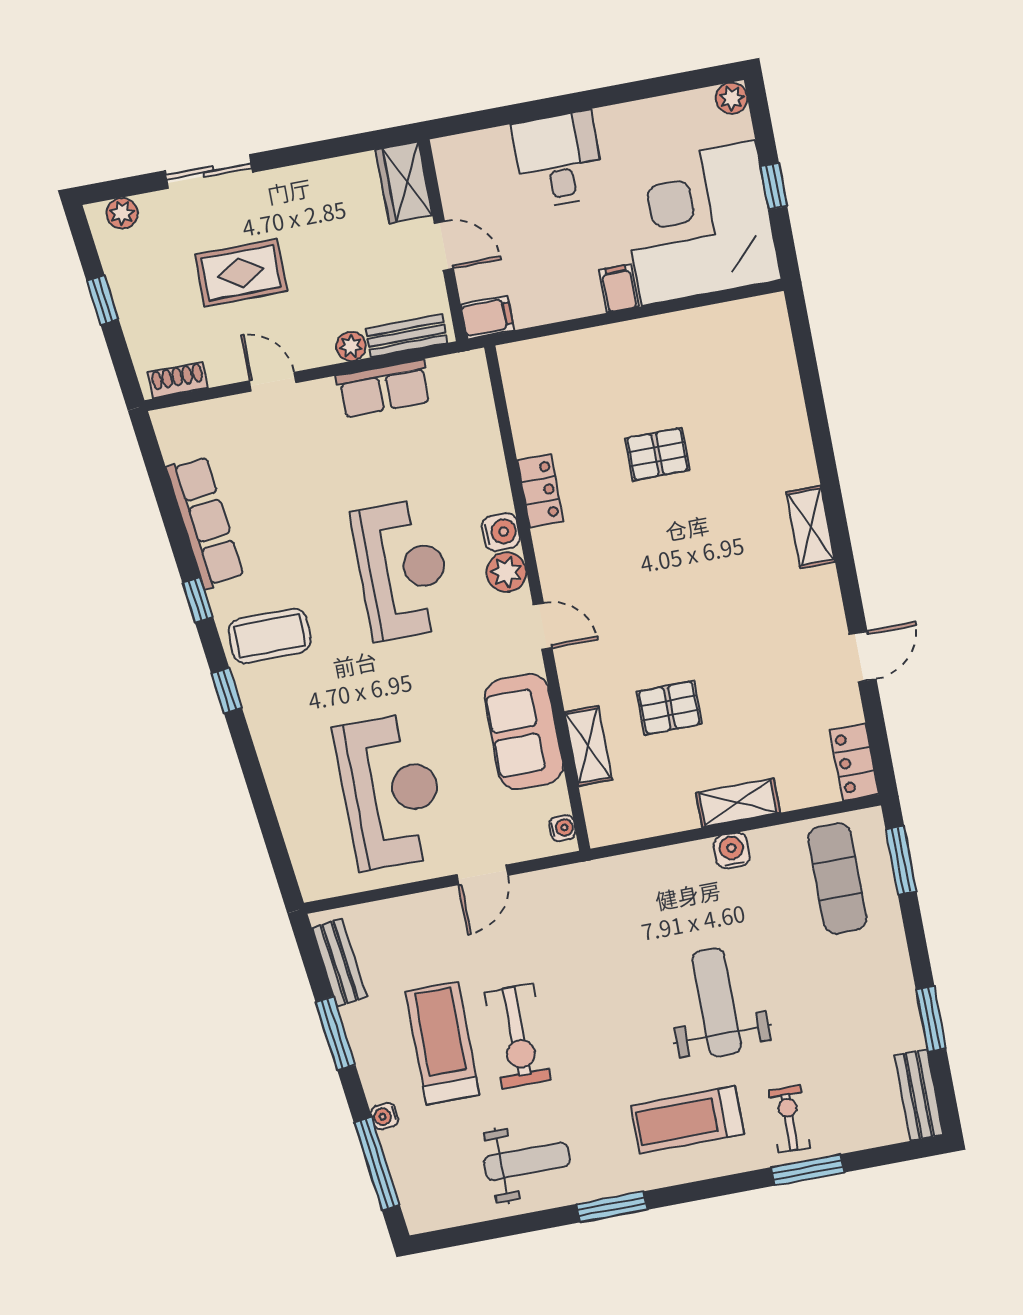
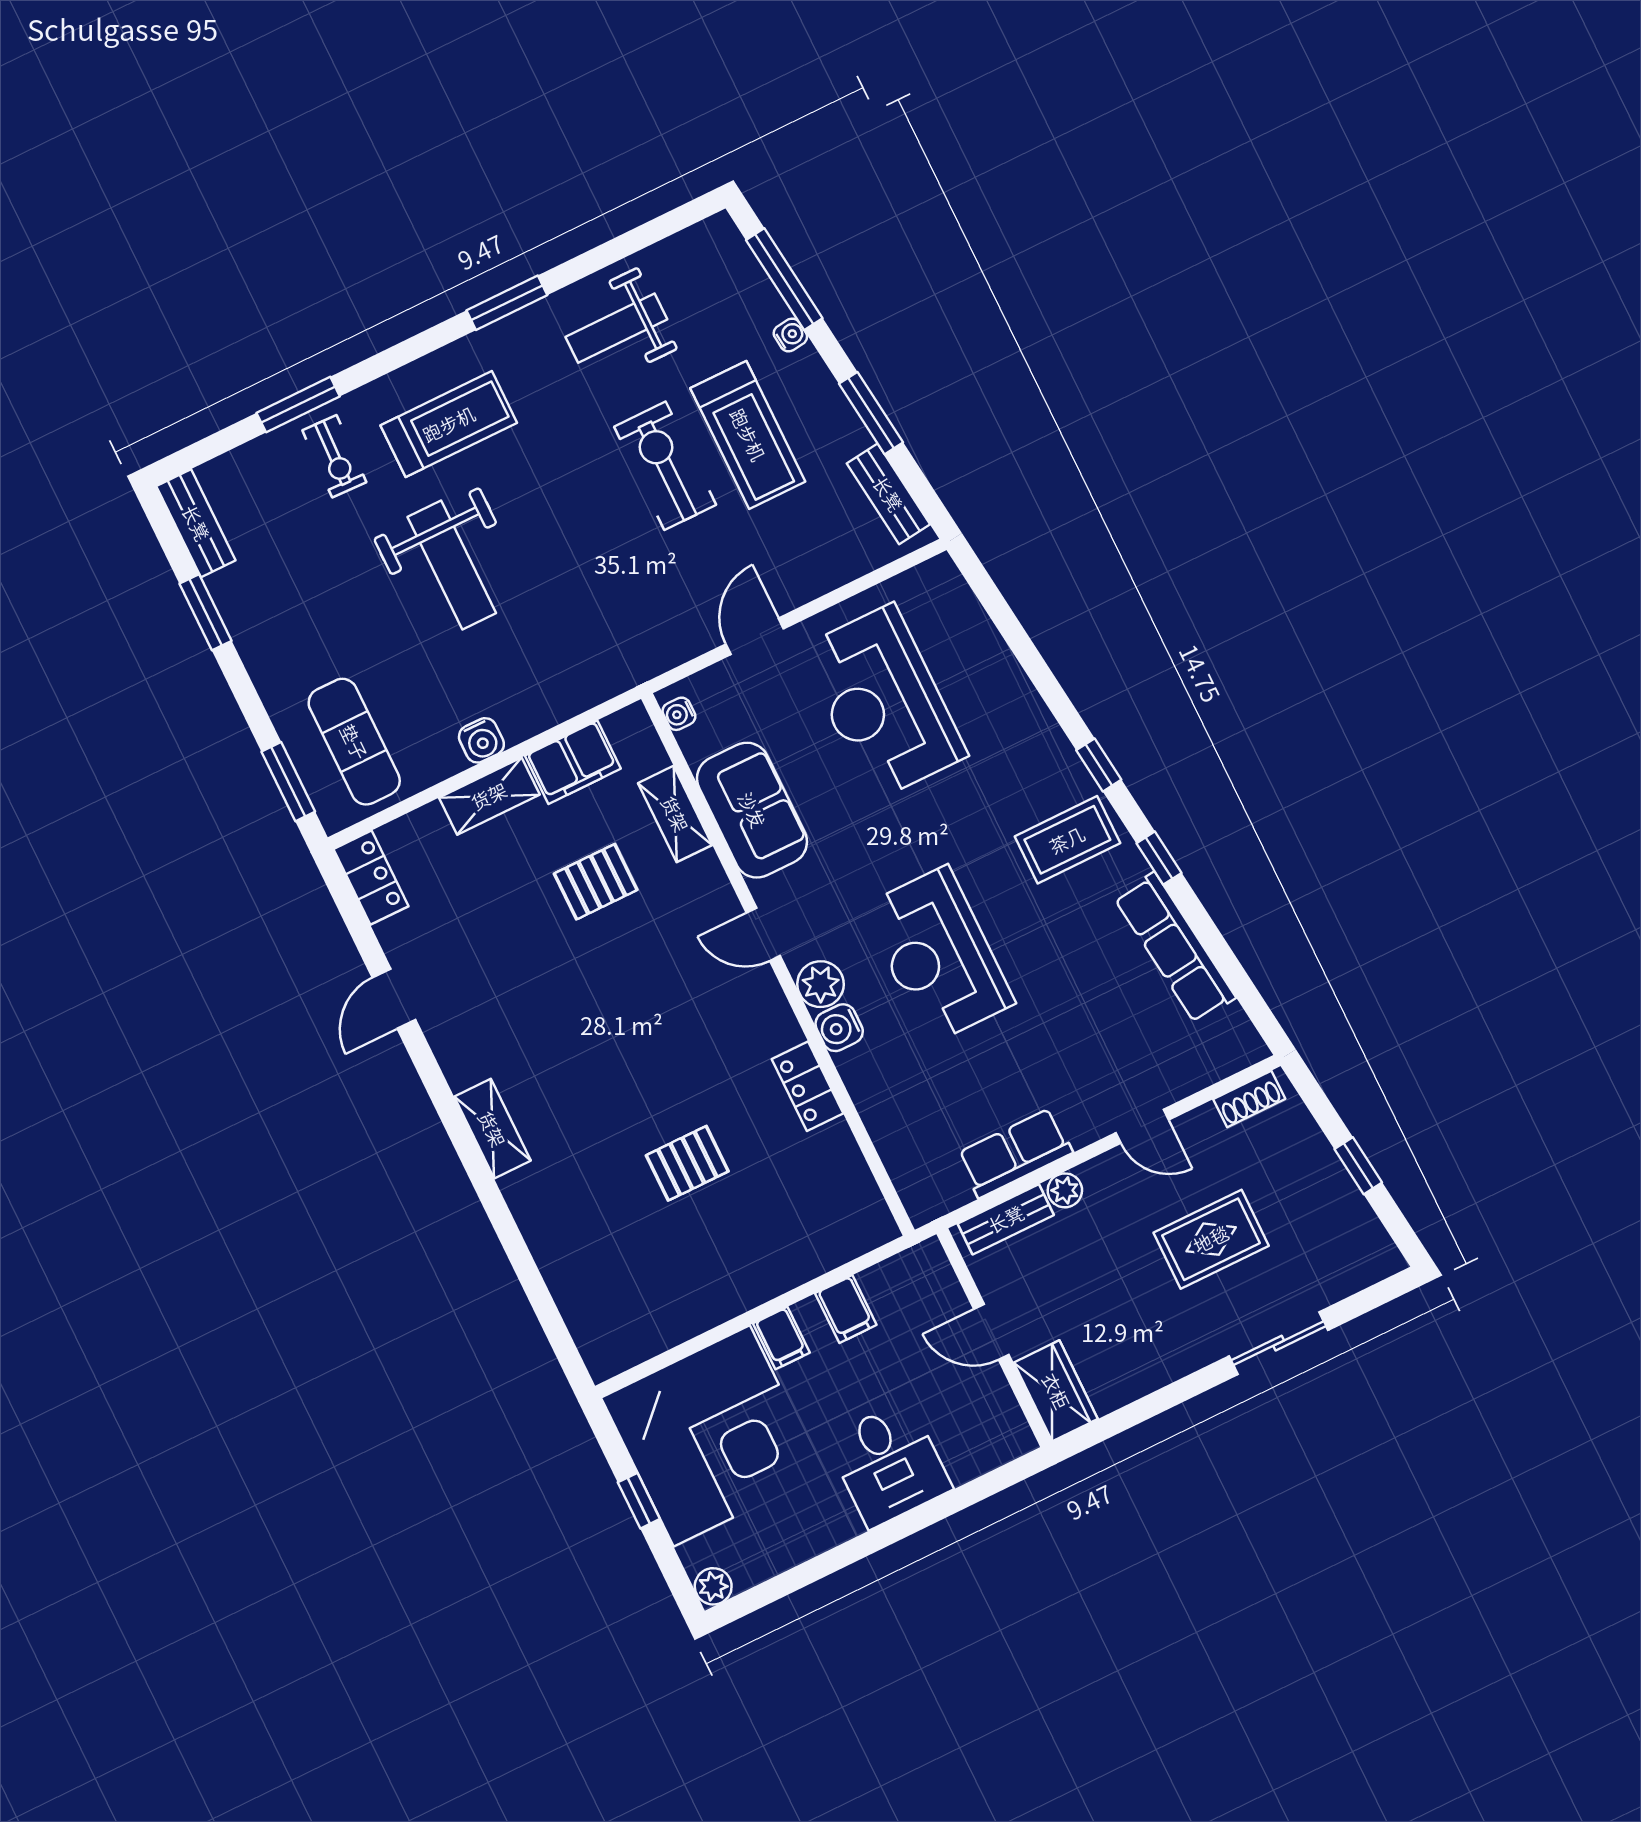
plant: (122, 213) -> (1363, 1270), removed
filing cabinet: (487, 317) -> (846, 1309), moved, turned -90
filing cabinet: (661, 812) -> (573, 762), added

